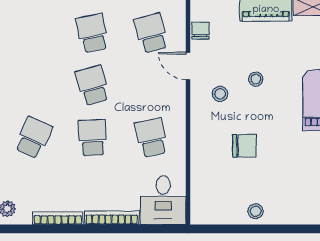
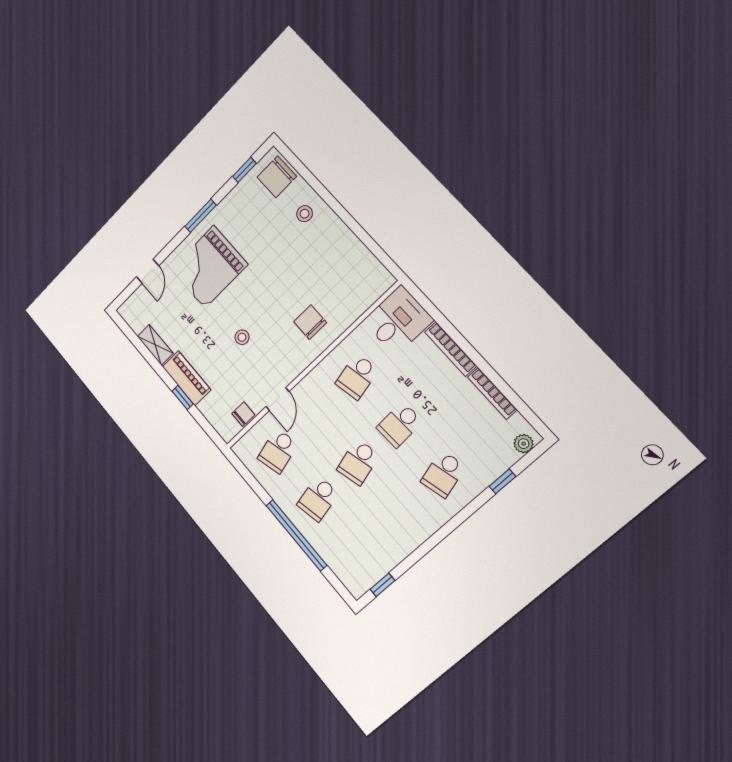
chair: (200, 30) -> (243, 414), turned 180
stool: (220, 94) -> (276, 354), removed
school desk: (33, 138) -> (443, 474), turned -39
chair: (244, 146) -> (310, 322), moved
stool: (256, 211) -> (305, 214), moved

